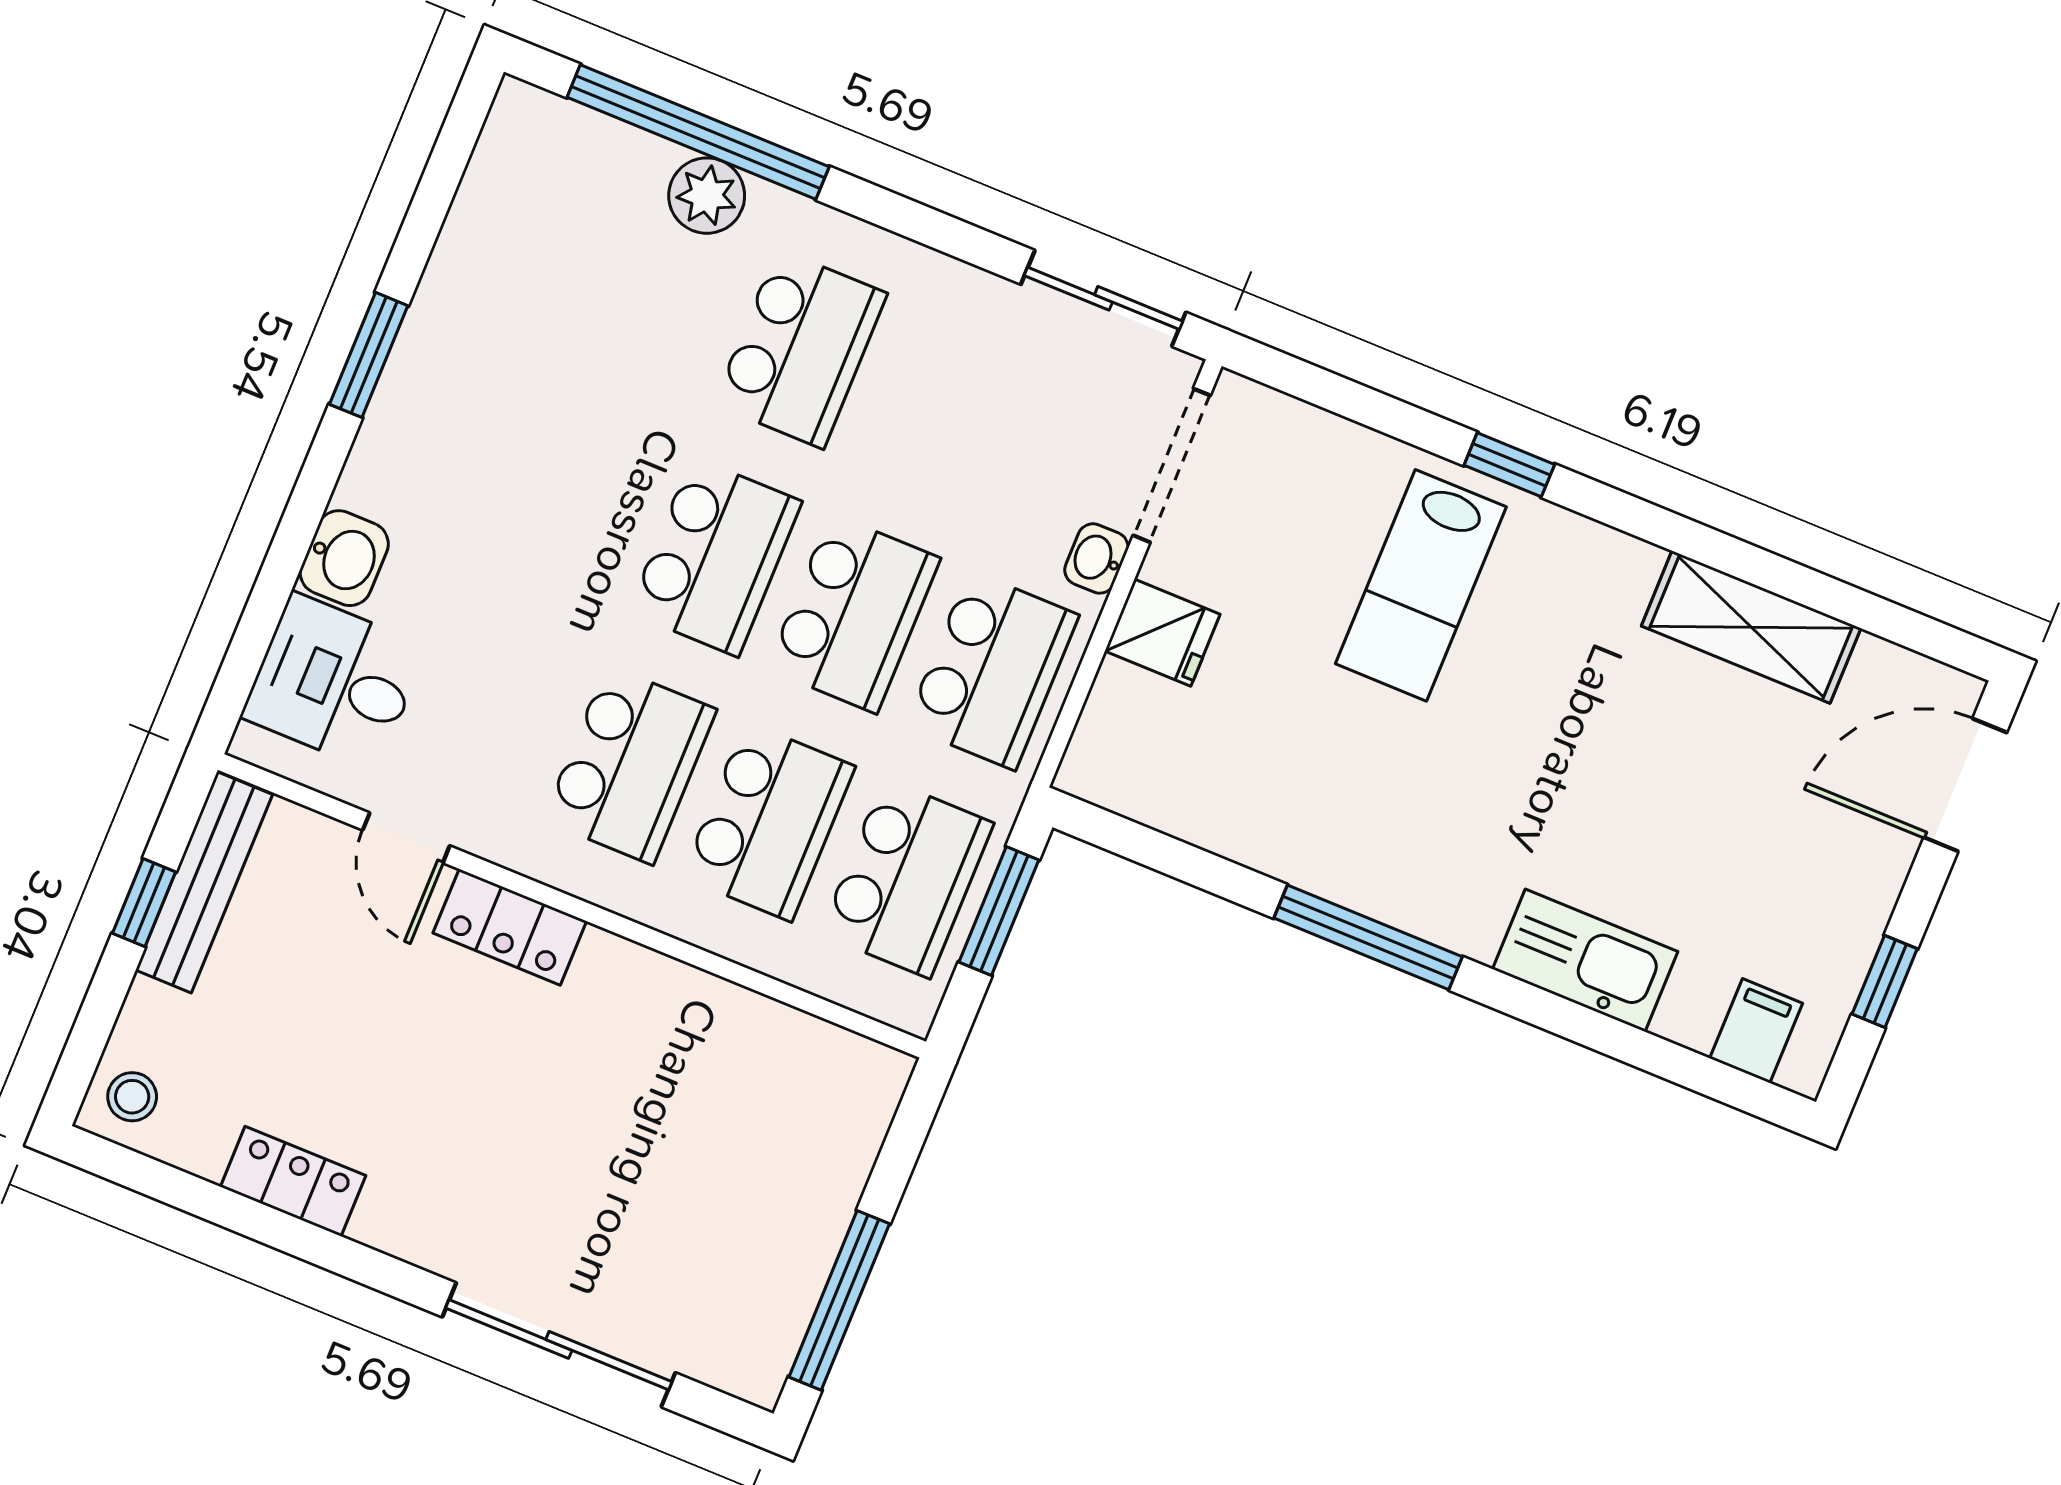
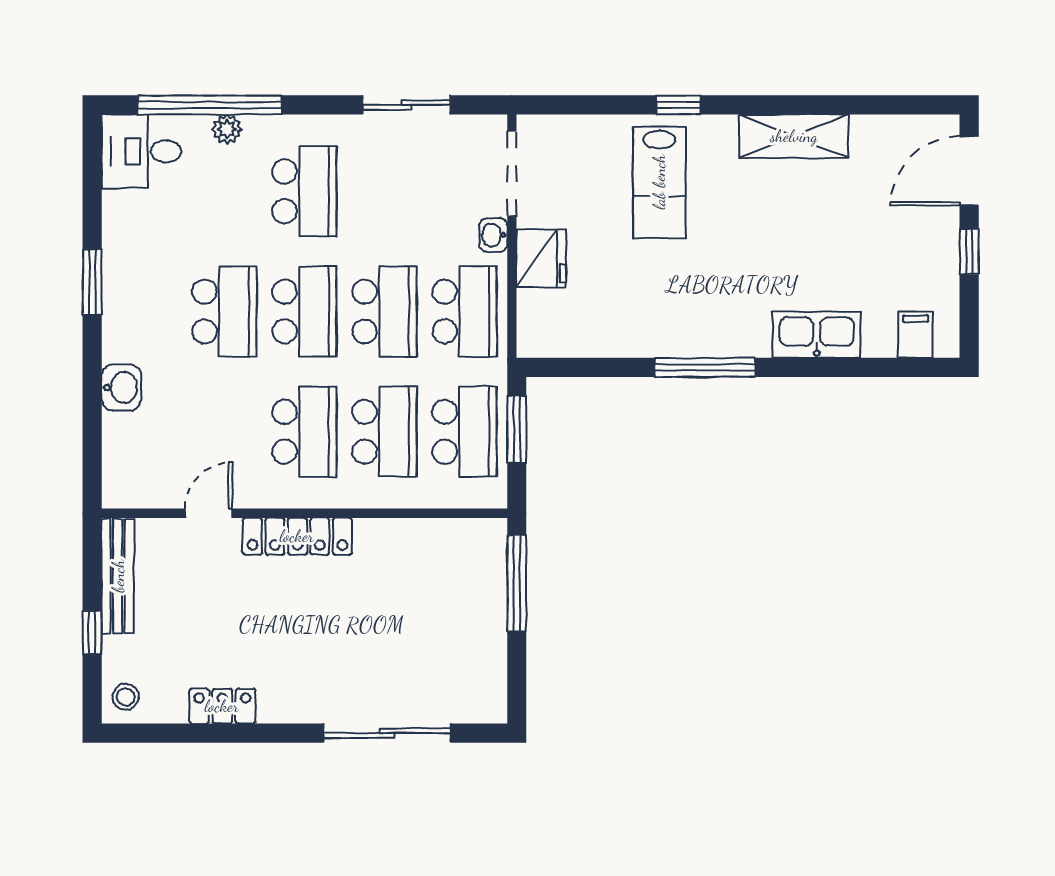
plant: (707, 196) -> (227, 129), width x0.73, depth x0.73
sliding door: (1103, 298) -> (407, 105), moved
school desk: (577, 500) -> (224, 312), added
shelving: (1751, 627) -> (794, 136), moved
fridge: (1162, 633) -> (541, 258), width x1.38
desk: (334, 682) -> (141, 151), moved
door: (406, 838) -> (209, 513), swing flipped
window: (144, 903) -> (92, 633), moved
locker: (510, 927) -> (297, 536), width x1.53
window: (1885, 981) -> (969, 252), moved
window: (839, 1300) -> (517, 583), moved

